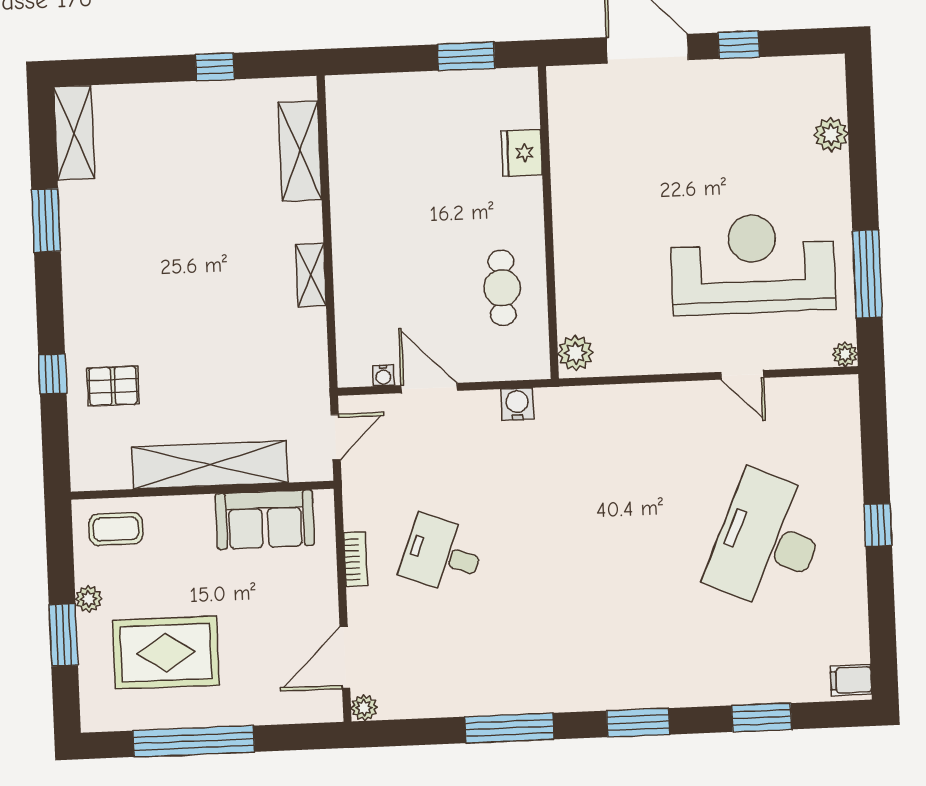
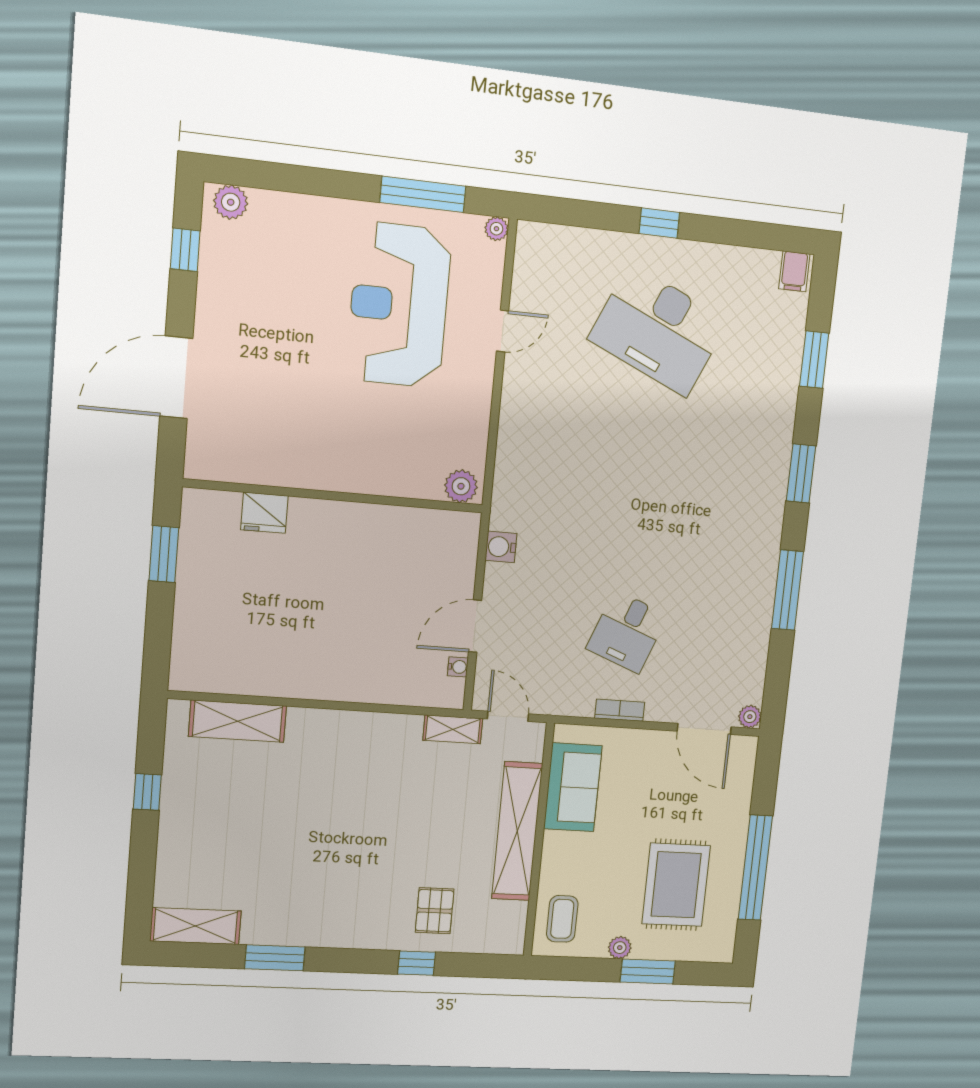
window: (739, 45) -> (185, 250), moved
plant: (831, 135) -> (231, 202), moved
shelving: (311, 275) -> (453, 729), moved
cafe table: (502, 288) -> (391, 547), removed

